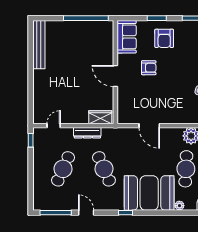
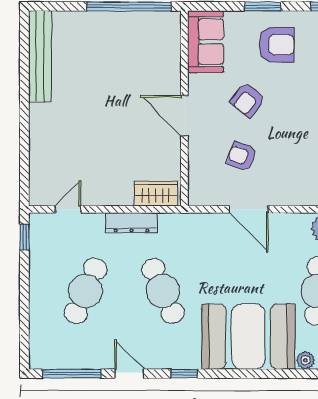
armchair: (164, 38) -> (277, 45), turned -90
armchair: (149, 68) -> (248, 100), turned 129
armchair: (146, 97) -> (242, 156), added
window: (126, 213) -> (184, 374), moved

